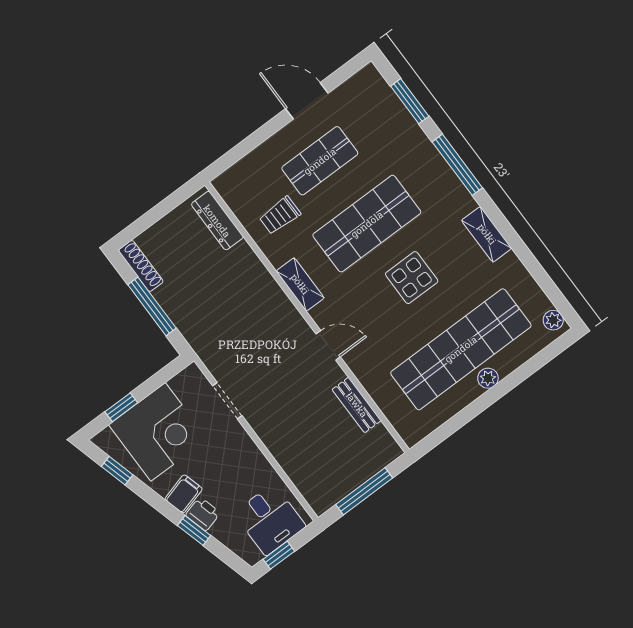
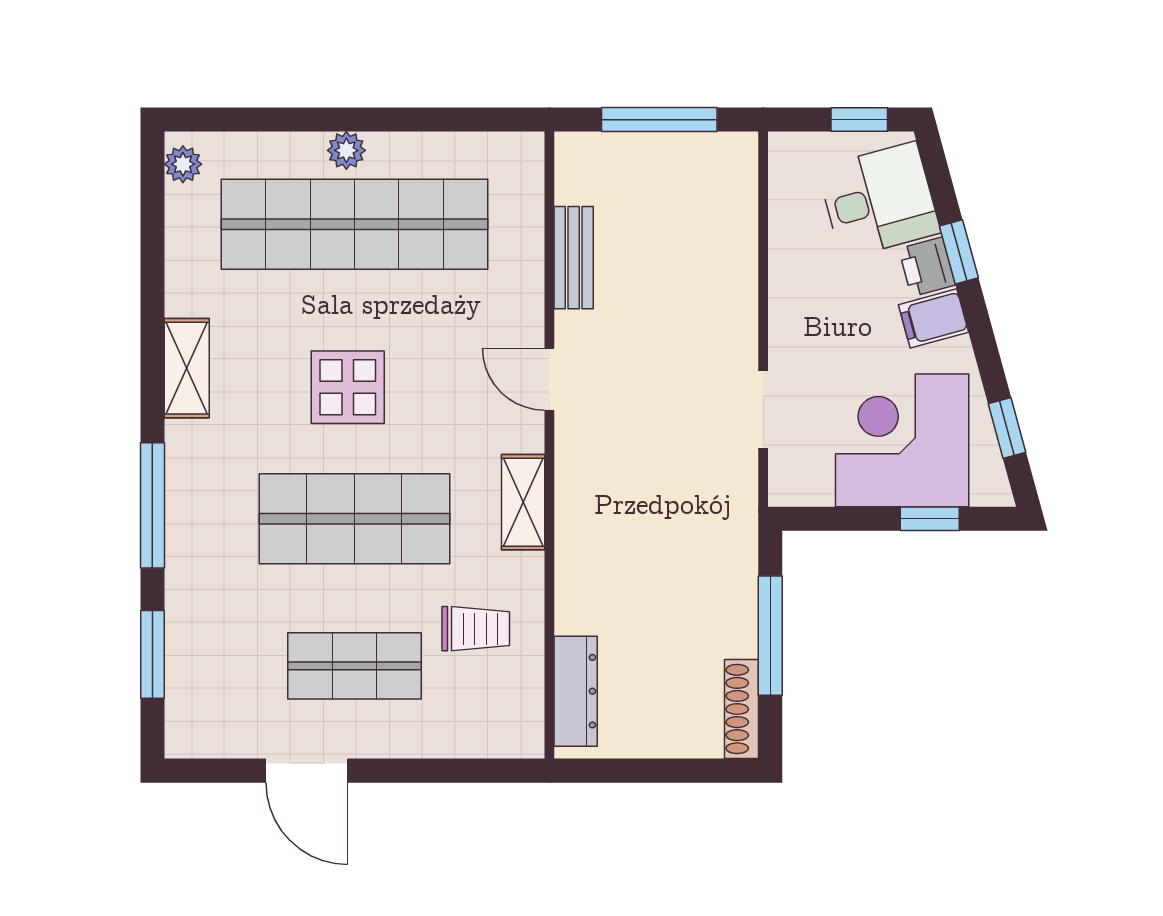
desk: (270, 520) -> (879, 200), moved, turned 75

